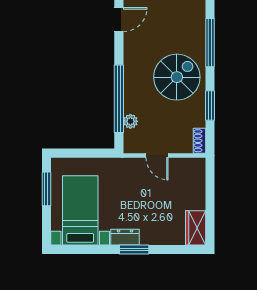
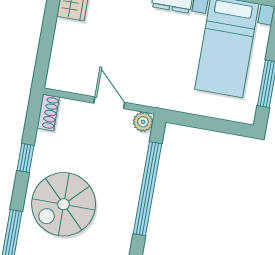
window: (210, 105) -> (25, 158), width x0.67
plant: (130, 121) -> (143, 122), moved

